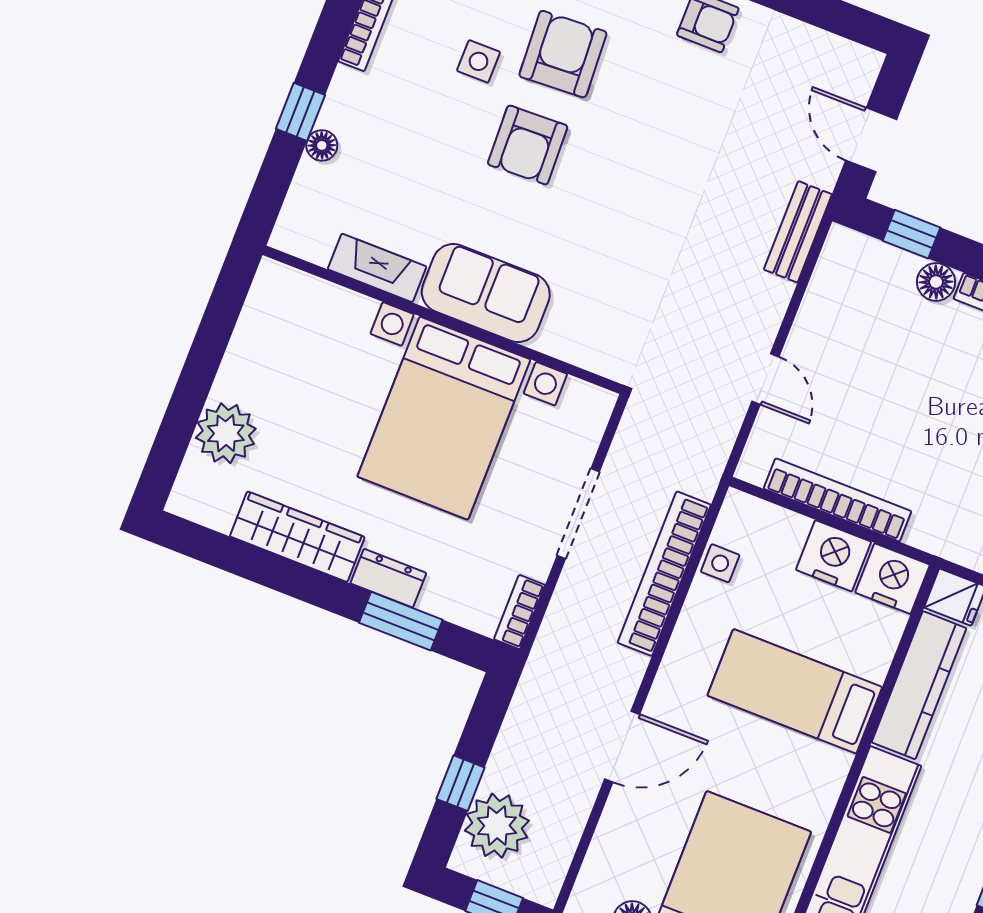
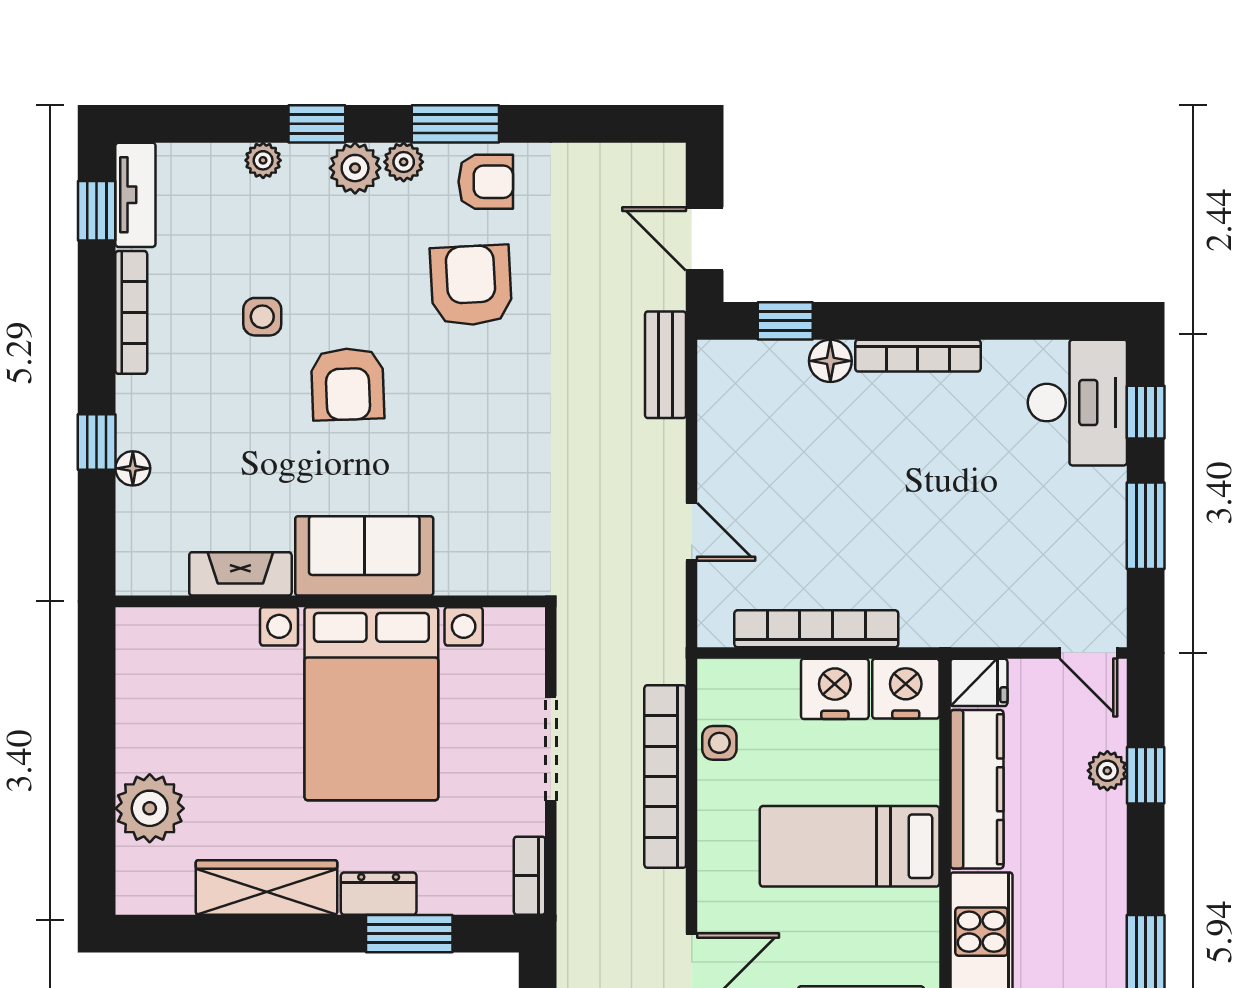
armchair: (563, 54) -> (471, 285), moved

